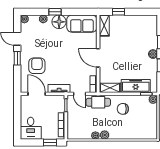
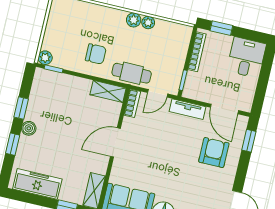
window: (17, 58) -> (249, 141), moved
door: (98, 58) -> (115, 142), swing flipped
armchair: (37, 66) -> (214, 153), turned 180
freezer: (136, 86) -> (37, 184), moved, turned 180
door: (80, 94) -> (158, 93), swing flipped

